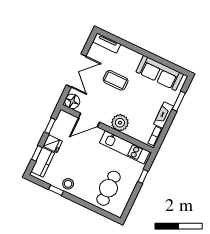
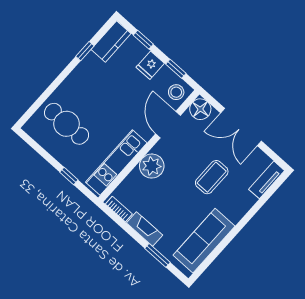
kitchen counter: (43, 162) -> (111, 41), moved, turned -90
stool: (68, 184) -> (176, 92), moved

